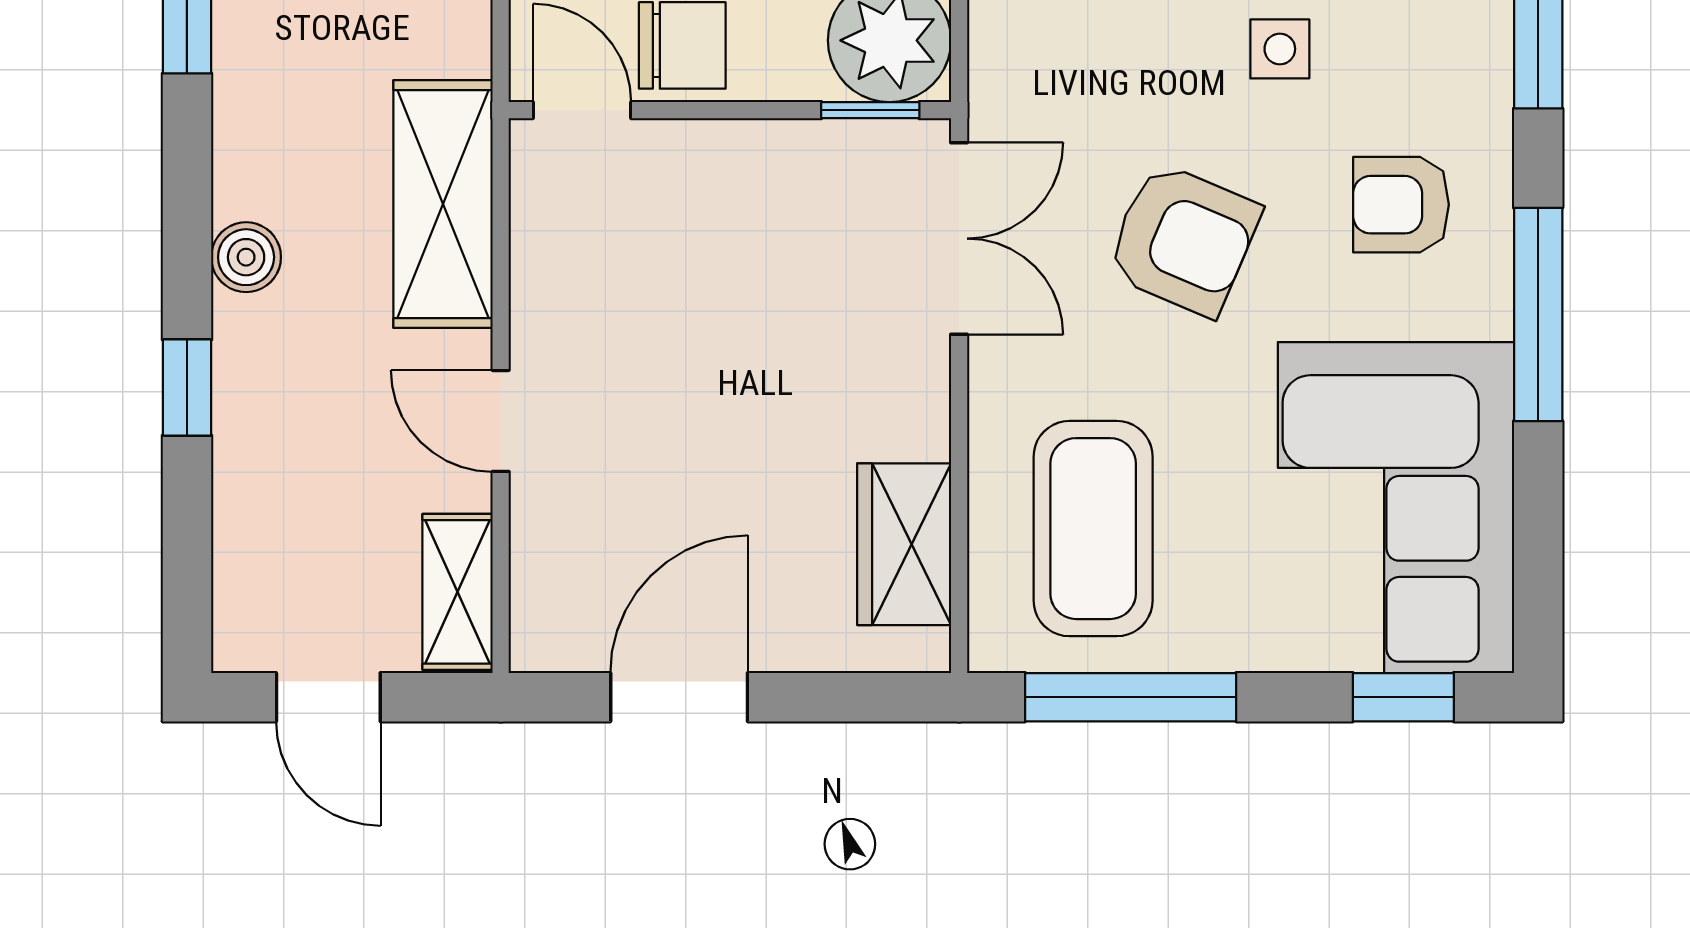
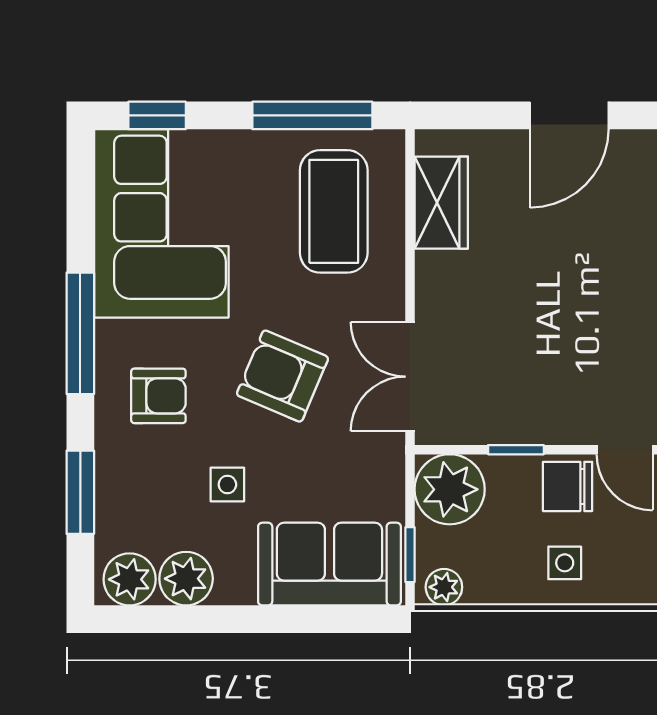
window: (870, 110) -> (516, 450), moved

